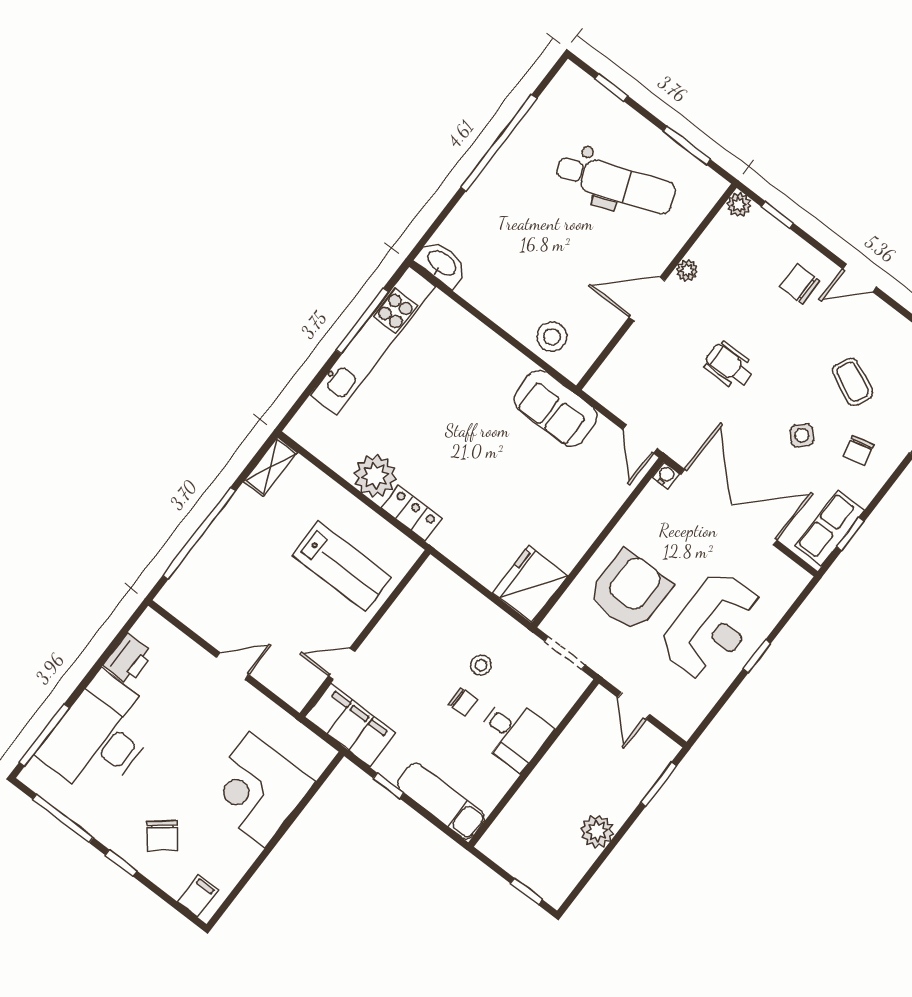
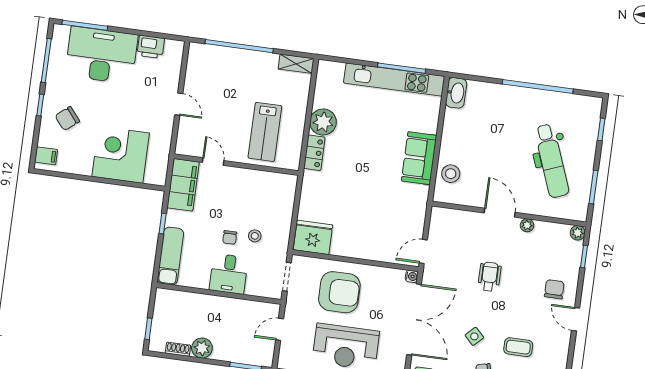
coffee table: (853, 382) -> (518, 347), turned 65
sofa: (555, 408) -> (419, 158), moved
shoe rack: (579, 866) -> (178, 349), added

